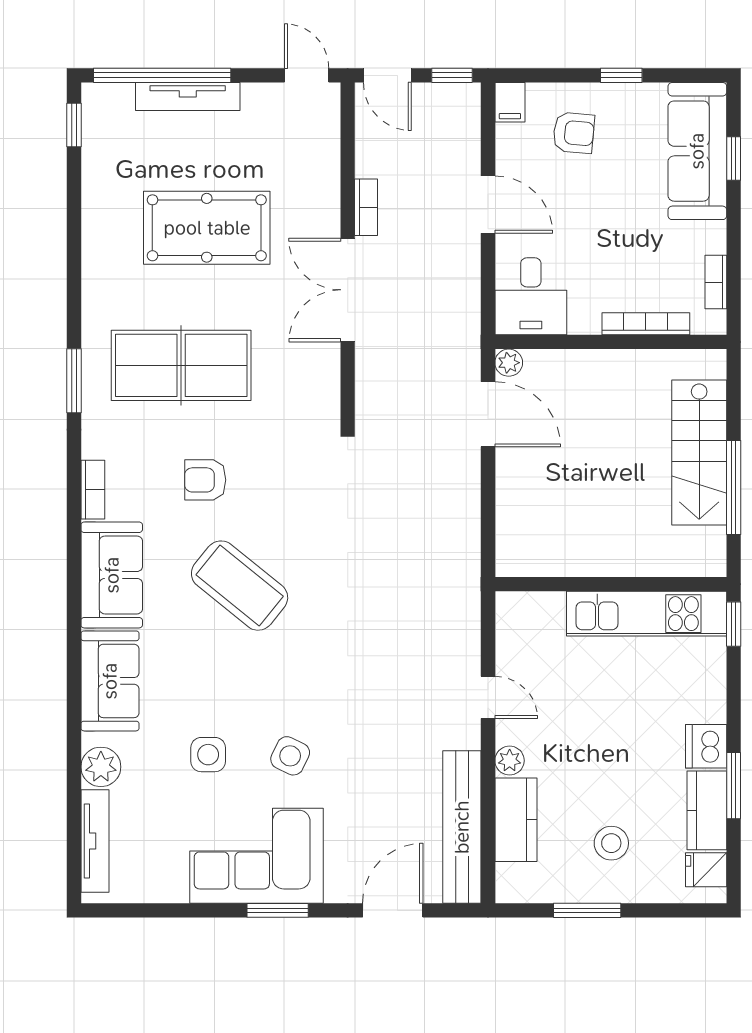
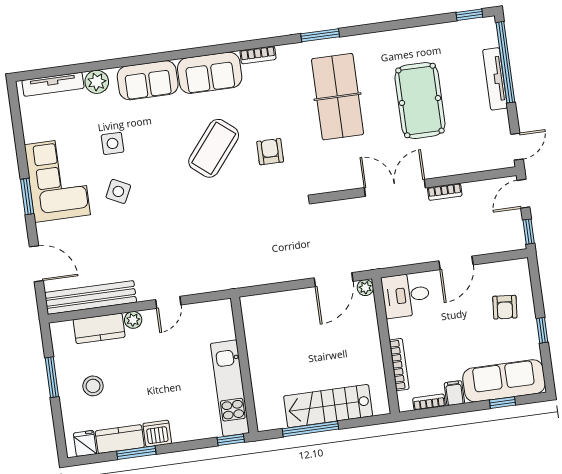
filing cabinet: (510, 102) -> (454, 393), moved, turned 90
armchair: (205, 480) -> (270, 152), moved

